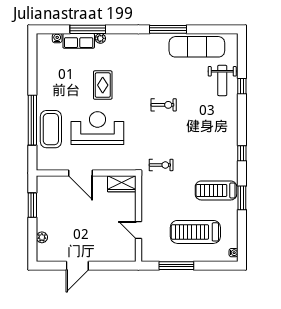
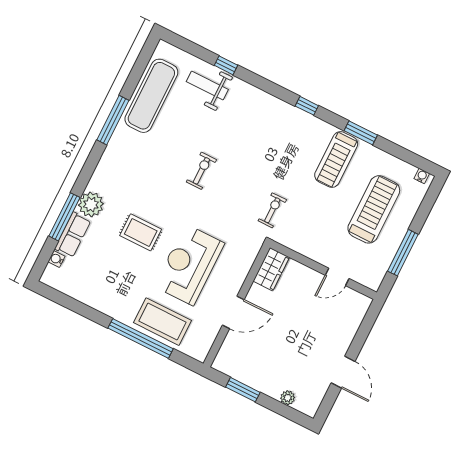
plant: (100, 38) -> (91, 204), width x1.87, depth x1.87
weight bench: (222, 80) -> (207, 86), turned 180
treadmill: (195, 232) -> (374, 209), turned 180

